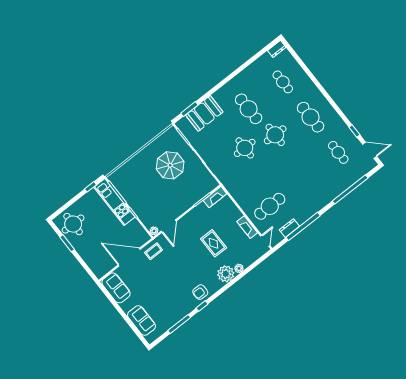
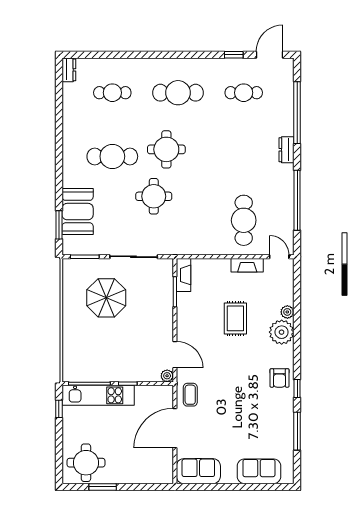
dresser: (289, 228) -> (286, 150), moved
rug: (214, 243) -> (235, 318), turned 90

